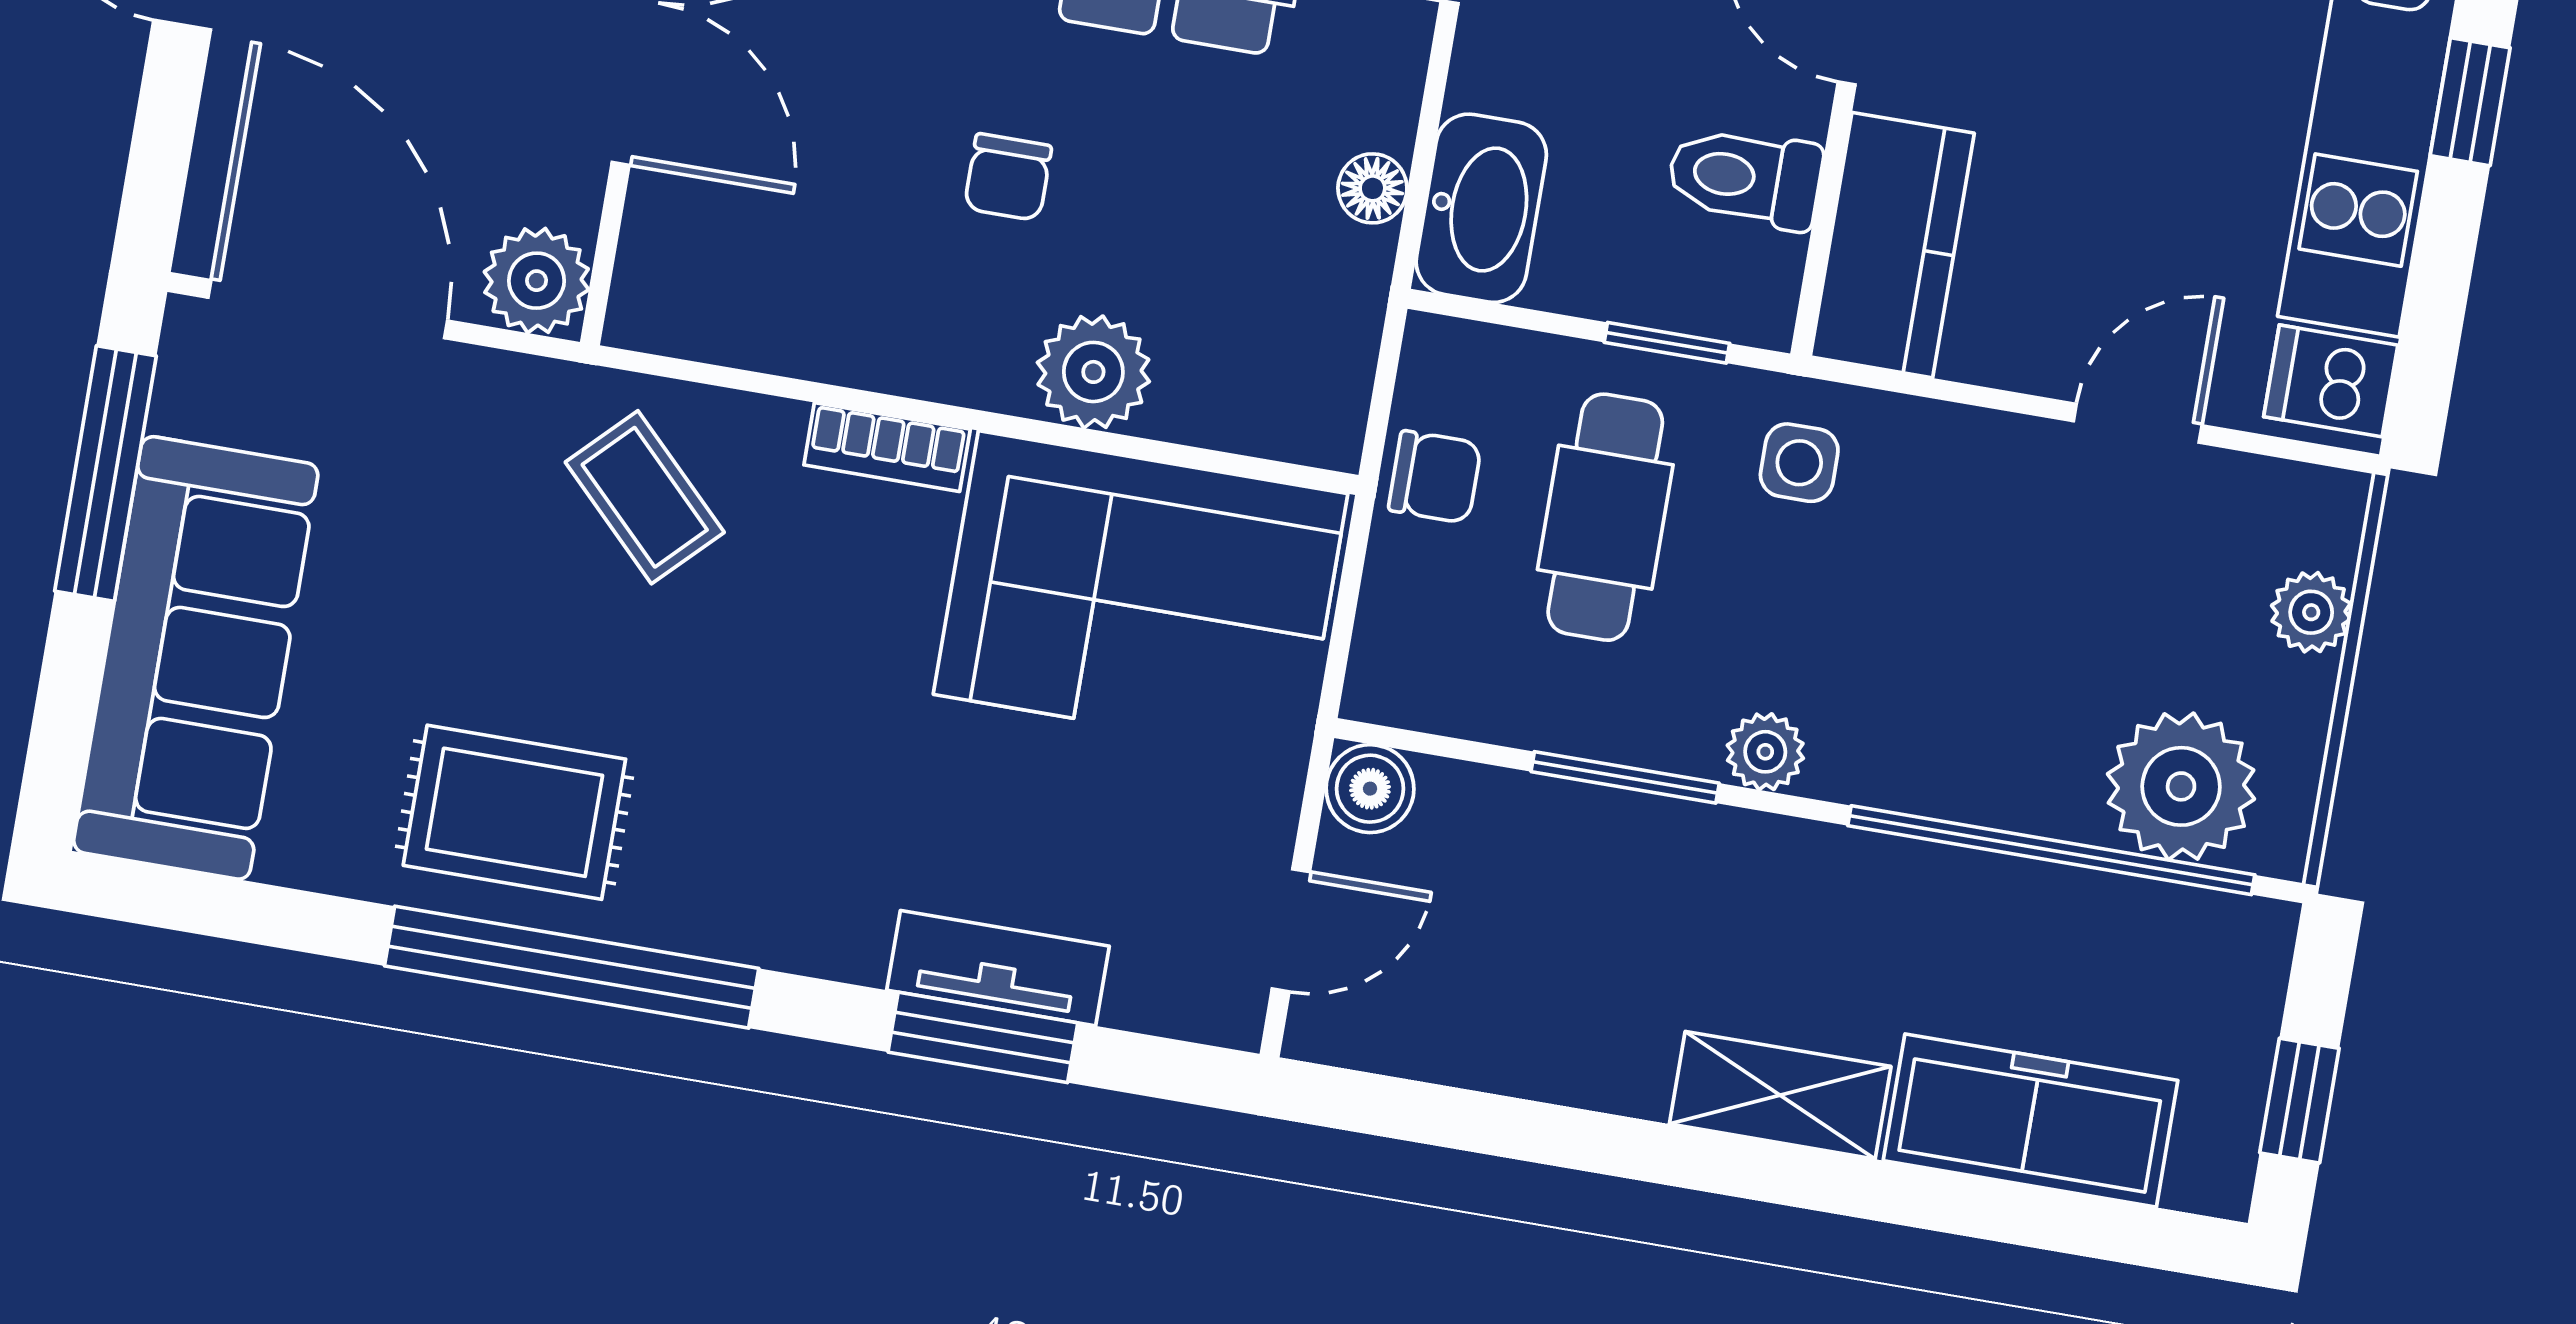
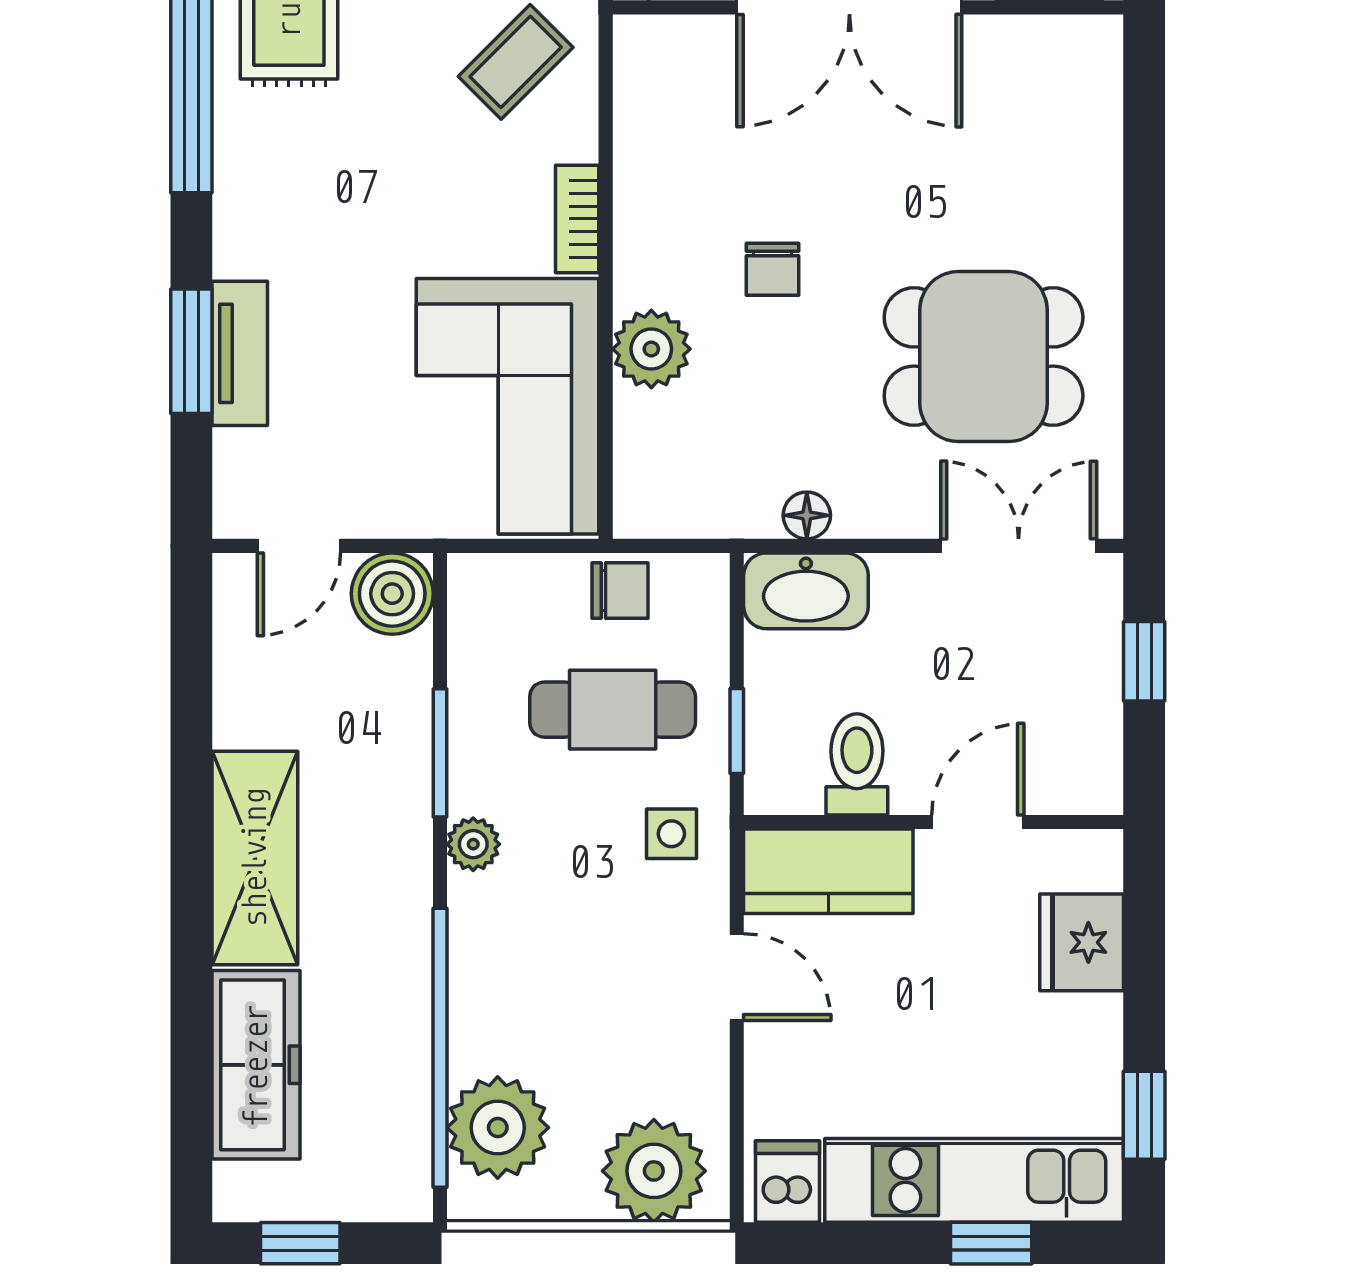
chair: (1008, 177) -> (772, 269), turned -90
door: (2138, 423) -> (737, 977), moved
chair: (1435, 477) -> (620, 591), turned -90
plant: (2311, 612) -> (654, 1171), width x1.88, depth x1.88
boiler: (1370, 789) -> (392, 594), width x1.36, depth x1.36
door: (1291, 930) -> (299, 546), hinge flipped
shelving: (1780, 1095) -> (255, 858), width x1.50, depth x1.33

